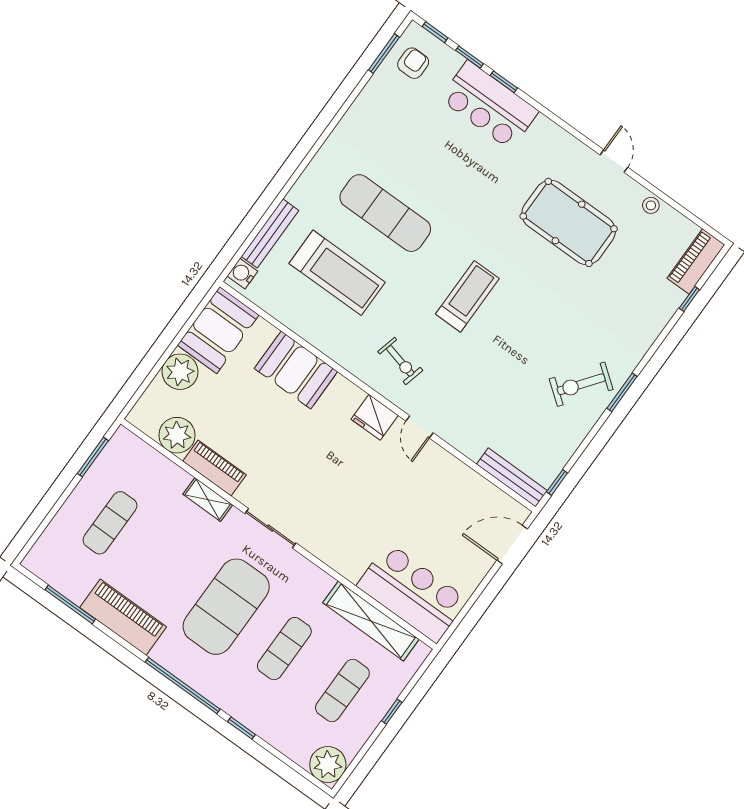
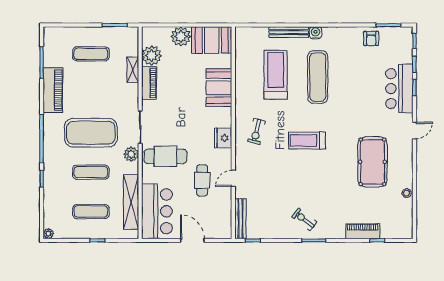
armchair: (413, 63) -> (371, 38), moved, turned 90
door: (614, 161) -> (414, 130), moved
bench: (270, 233) -> (289, 32), moved
piano: (696, 262) -> (363, 231), moved
treadmill: (337, 273) -> (276, 75), turned 180
water cooler: (242, 274) -> (315, 33), moved
treadmill: (467, 296) -> (307, 140), turned 180
exercise bike: (581, 384) -> (304, 220), width x0.73, depth x0.72
door: (419, 427) -> (233, 178), moved
cafe table: (415, 493) -> (202, 180), added
shelving: (208, 499) -> (133, 70), moved
cafe table: (340, 522) -> (165, 156), added
door: (512, 545) -> (192, 240), moved
plant: (301, 570) -> (131, 154), added
plant: (328, 765) -> (48, 234), width x0.53, depth x0.53

